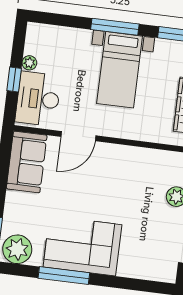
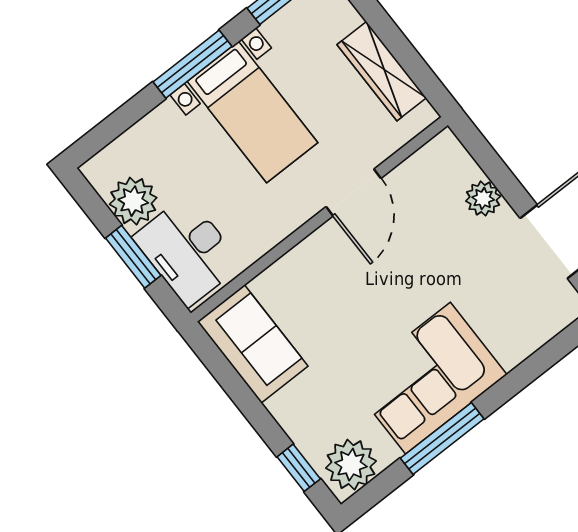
plant: (29, 63) -> (133, 201), width x1.88, depth x1.88
window: (14, 79) -> (133, 257), width x1.50
door: (78, 136) -> (353, 193), moved

